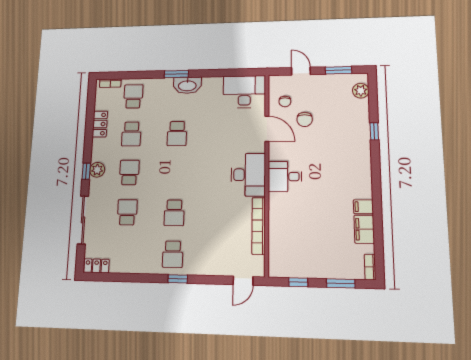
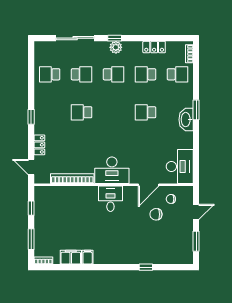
plant: (361, 91) -> (179, 258), removed
school desk: (173, 254) -> (50, 74), moved
locker: (96, 266) -> (39, 145), moved

